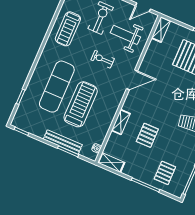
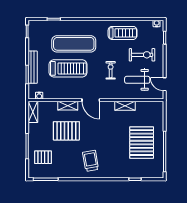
treadmill: (68, 29) -> (123, 33), turned 180
shelving: (161, 29) -> (125, 106), moved
weight bench: (125, 35) -> (137, 80), turned -90
door: (132, 80) -> (91, 100), moved
pallet: (147, 135) -> (66, 131), width x1.50, depth x1.42

